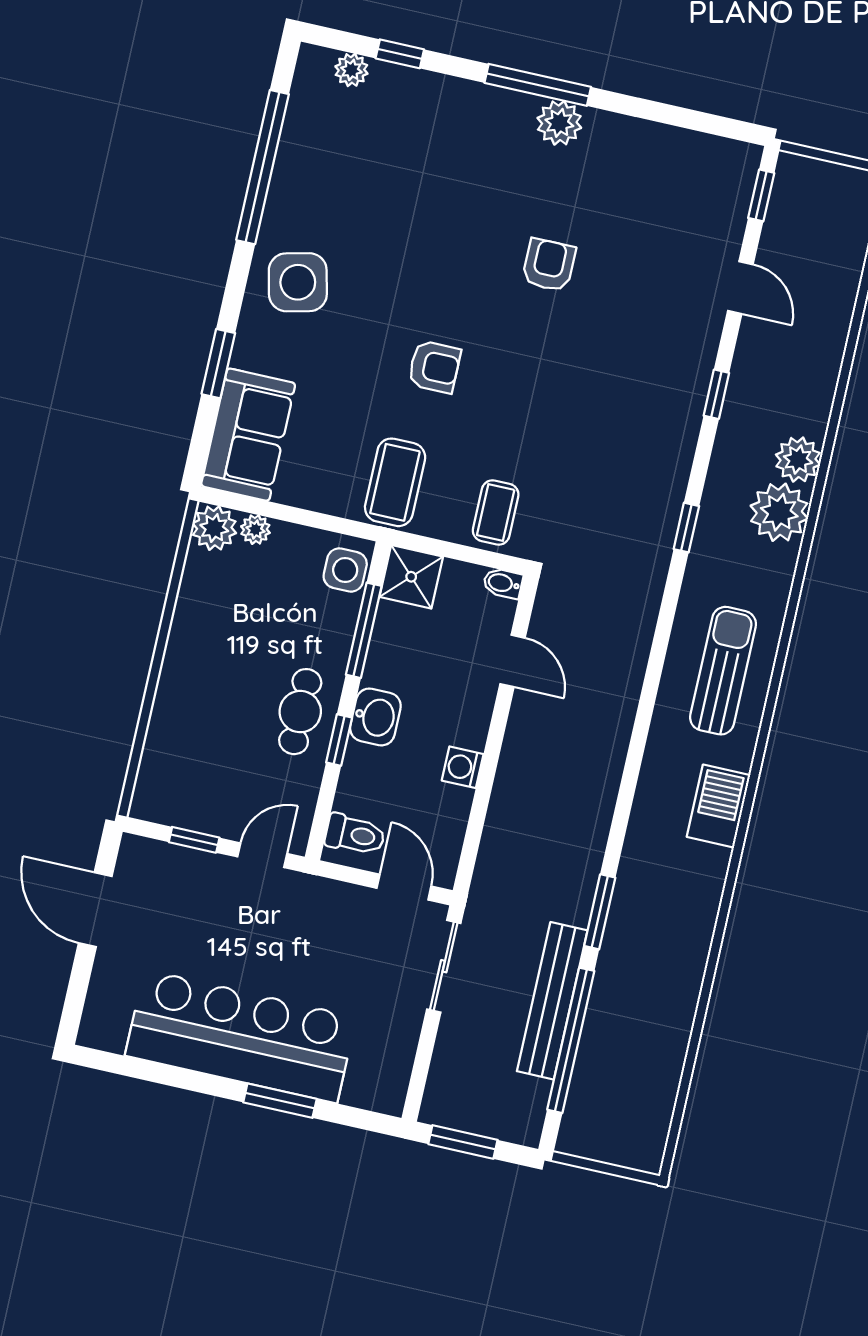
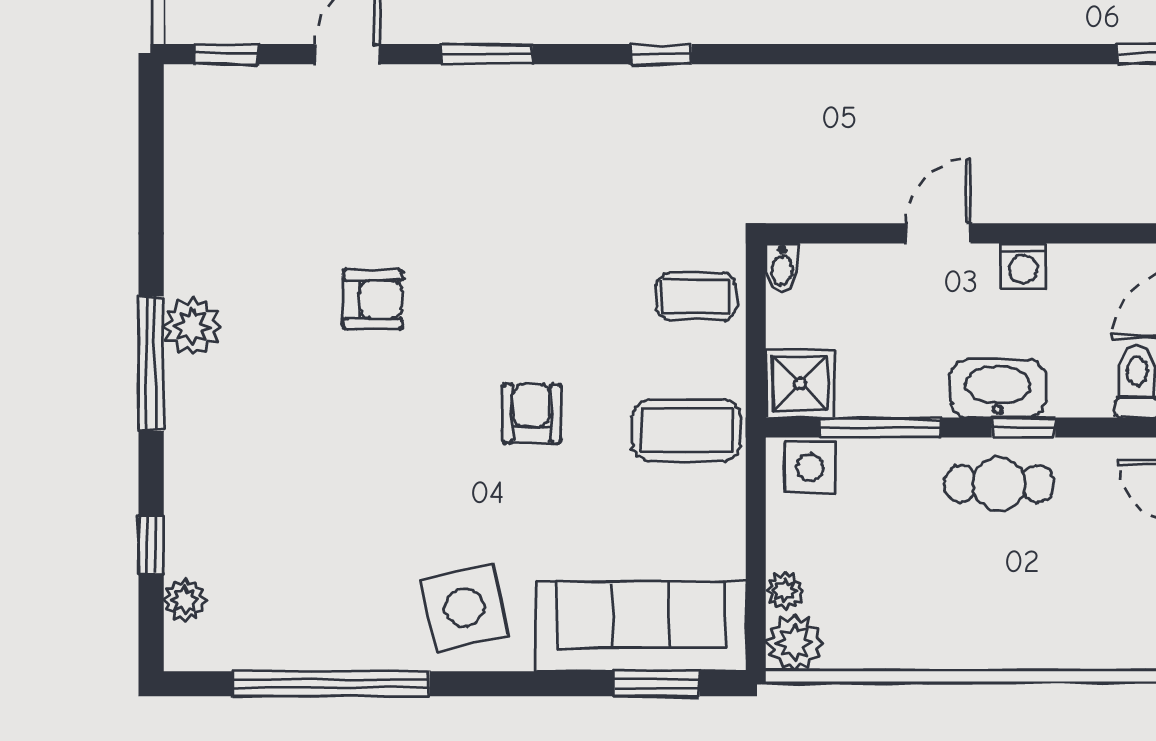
armchair: (549, 265) -> (372, 299), turned 180
window: (218, 364) -> (657, 684), moved
window: (716, 394) -> (487, 54), width x1.50
sofa: (248, 435) -> (640, 627), width x1.36
door: (513, 661) -> (938, 233), moved
washbasin: (375, 717) -> (998, 389), width x1.38

